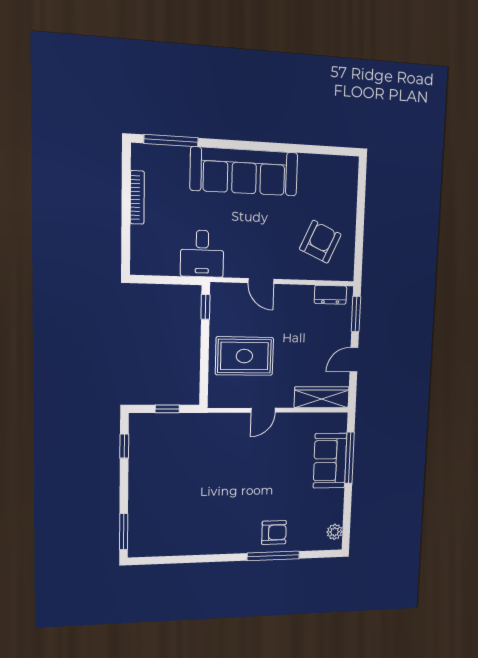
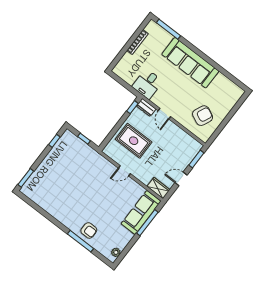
dresser: (330, 295) -> (146, 107), moved
wardrobe: (322, 397) -> (158, 188), width x0.67
sofa: (330, 461) -> (141, 213), width x1.36

